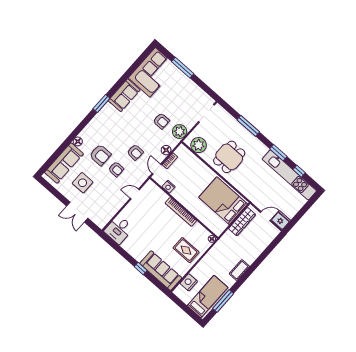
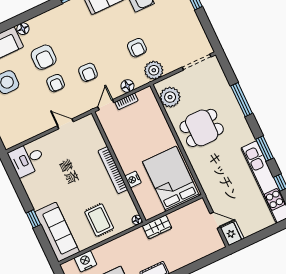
nightstand: (169, 187) -> (133, 179), moved
wardrobe: (242, 222) -> (157, 227), moved, width x0.67

